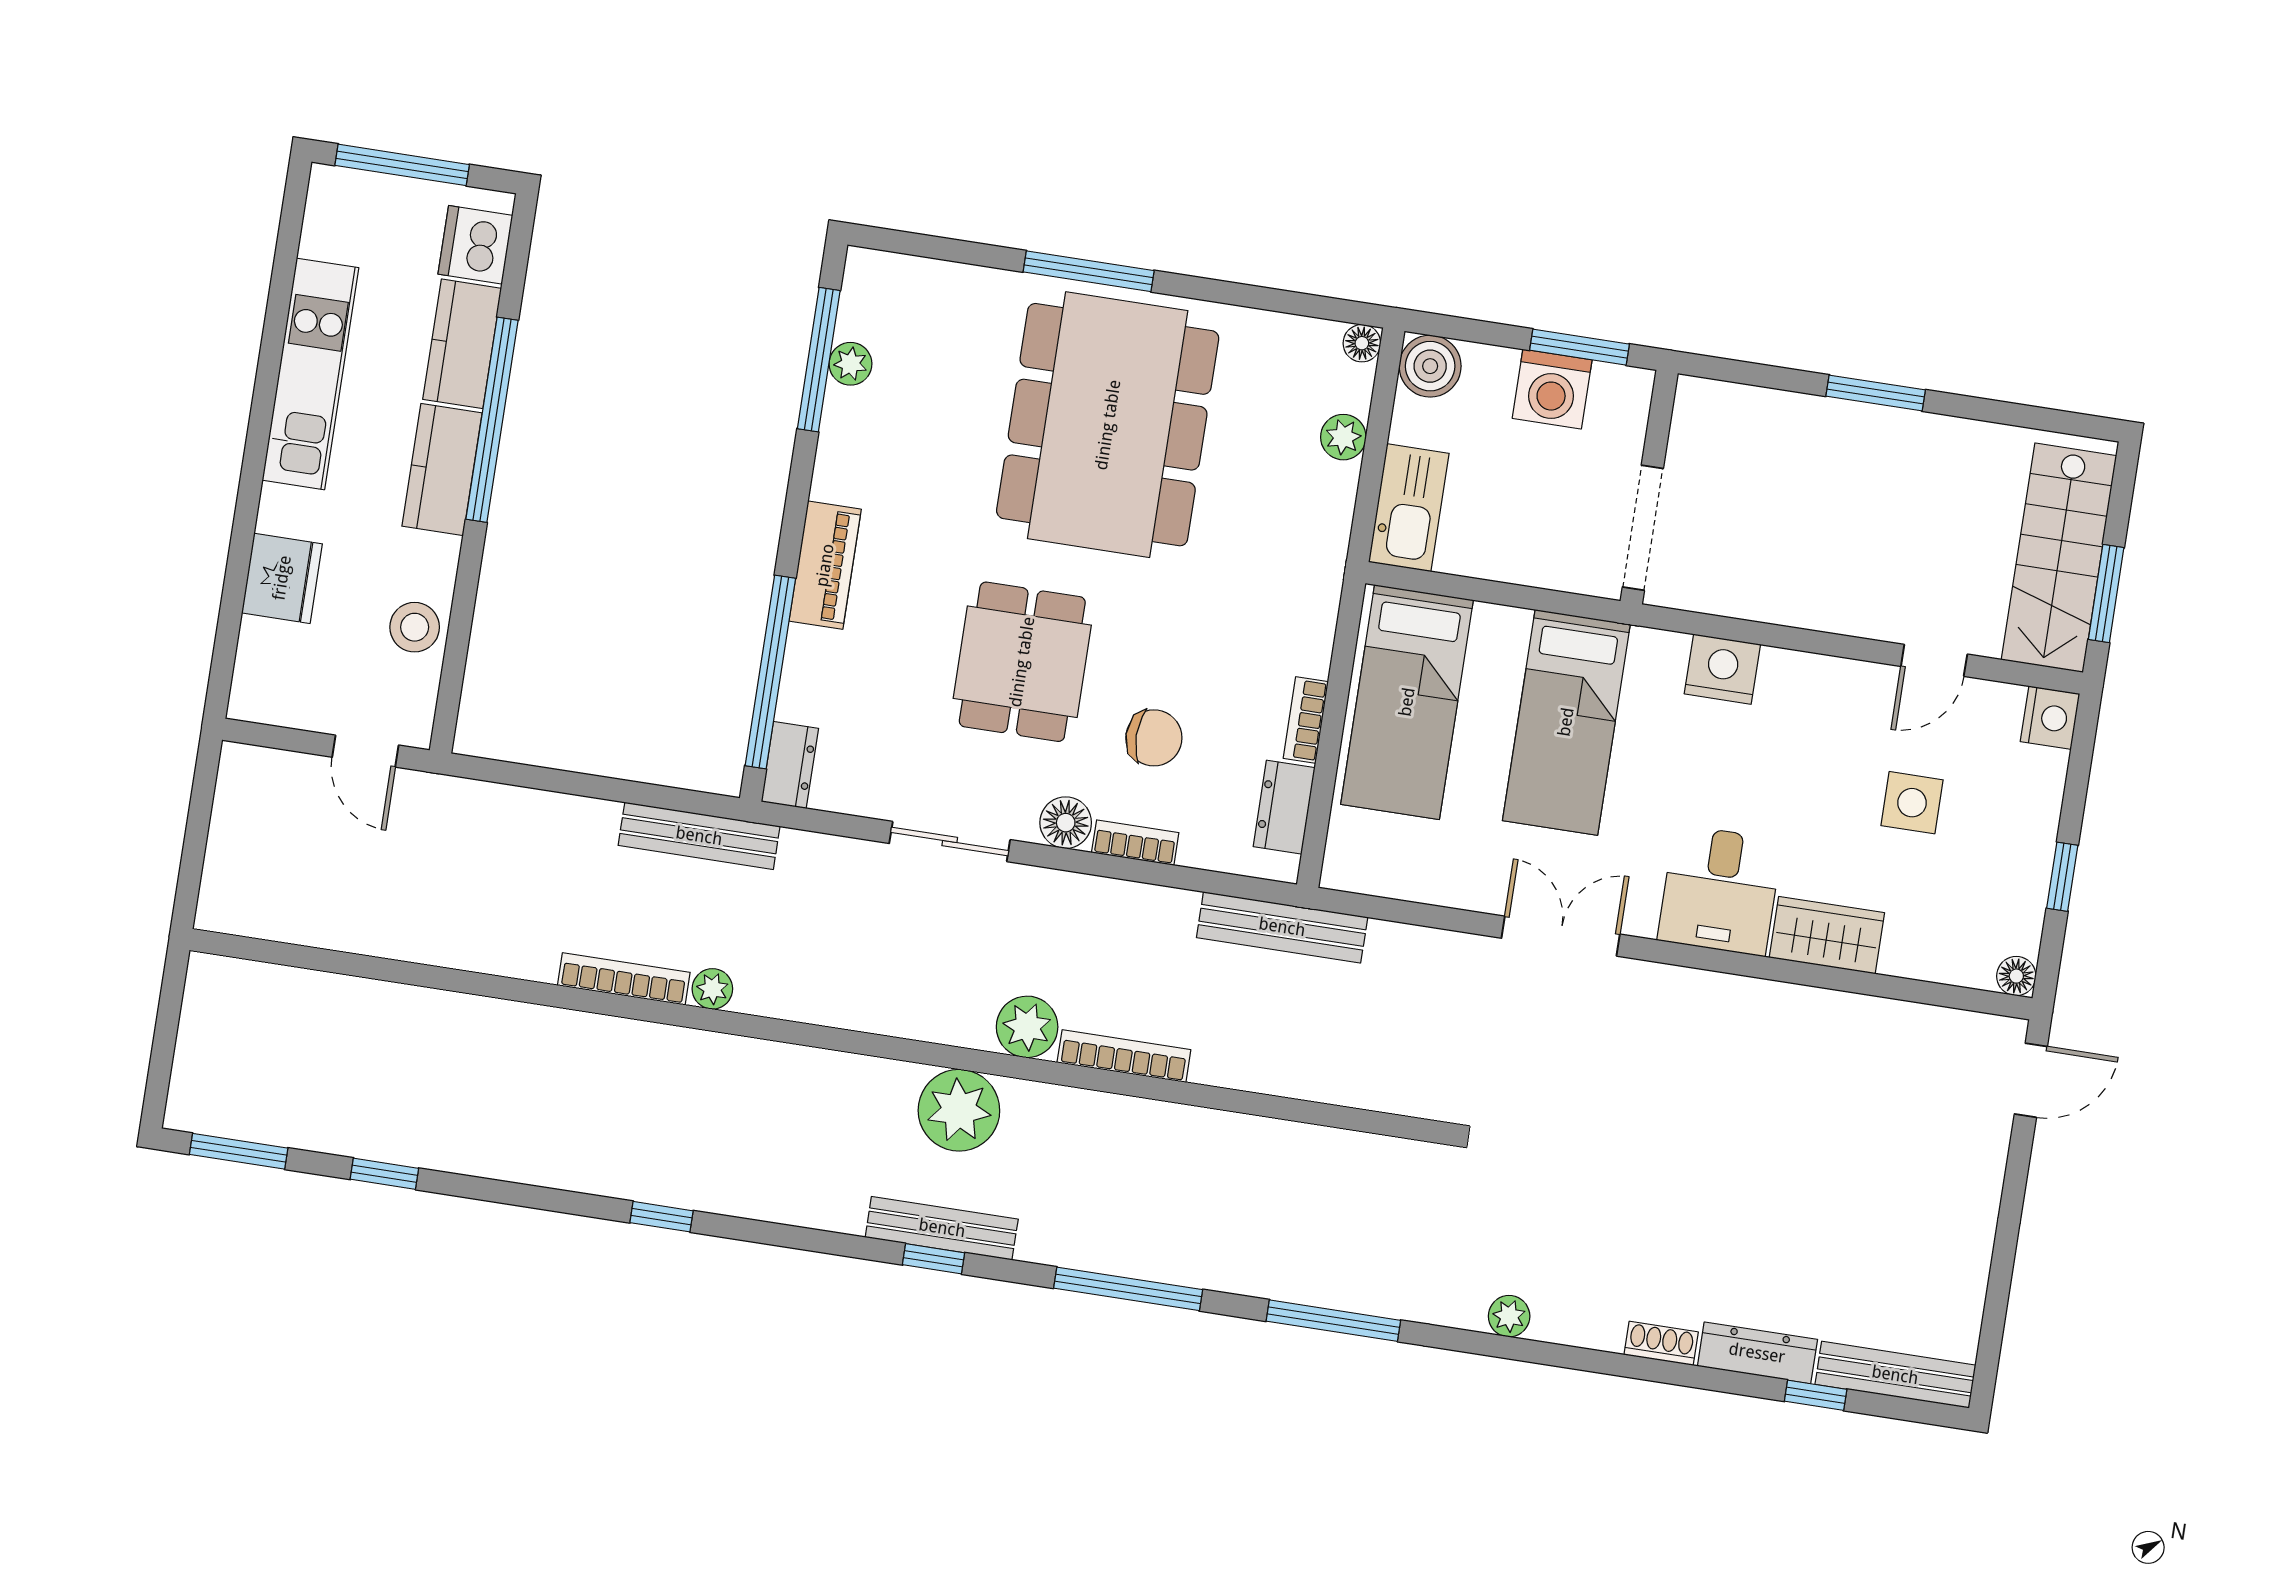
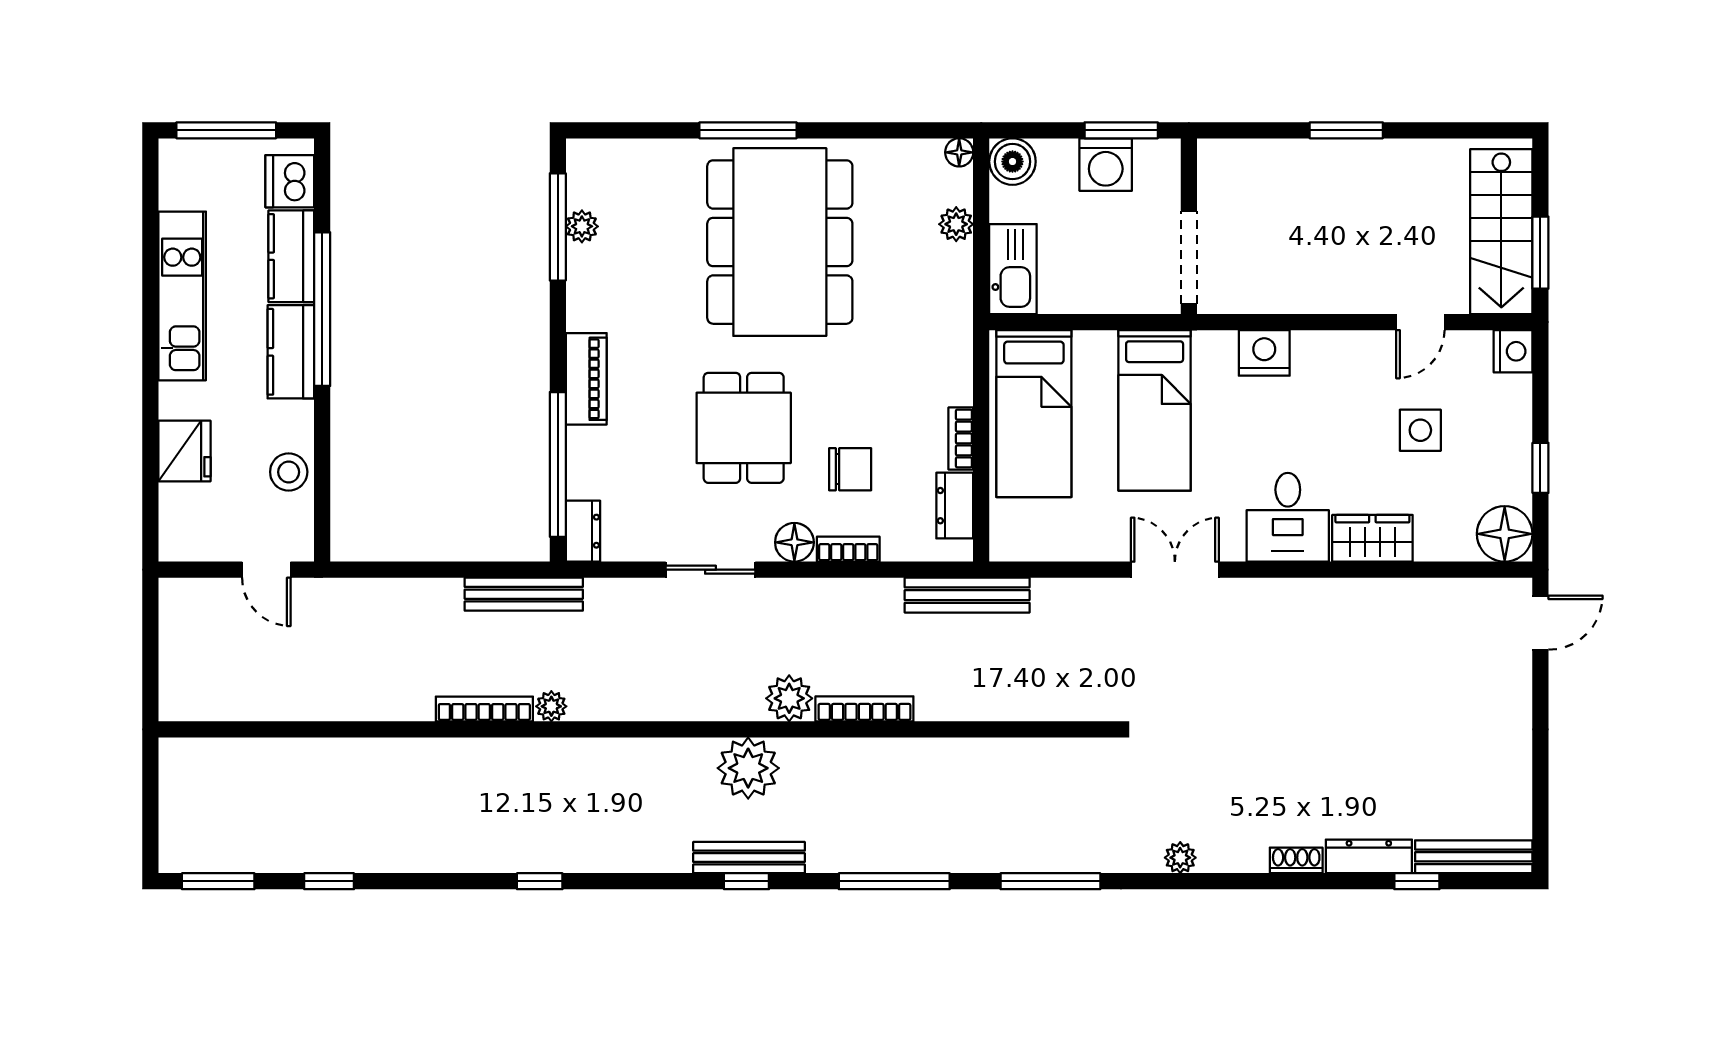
floor lamp: (2016, 976) -> (1505, 534), width x1.89, depth x1.89

